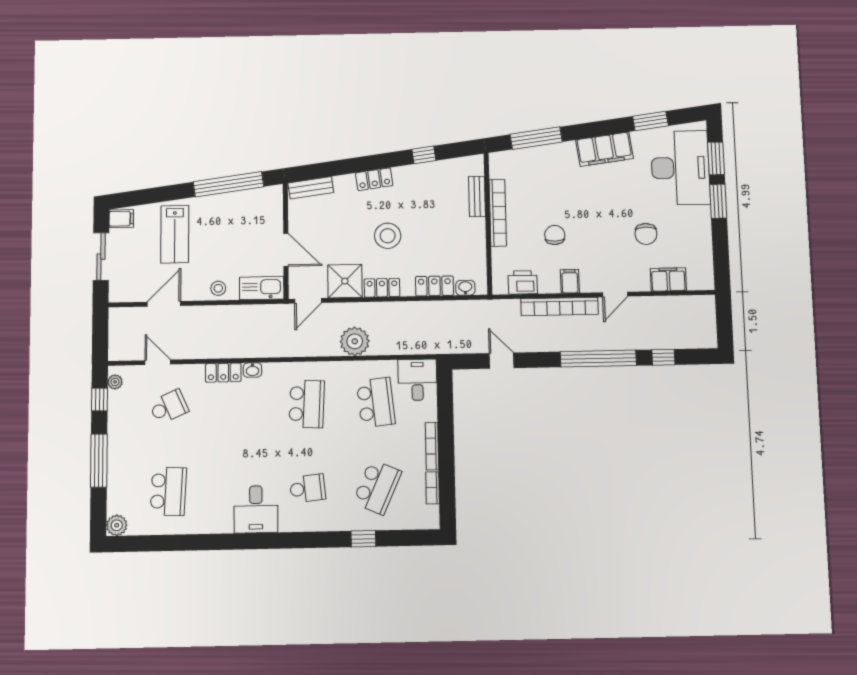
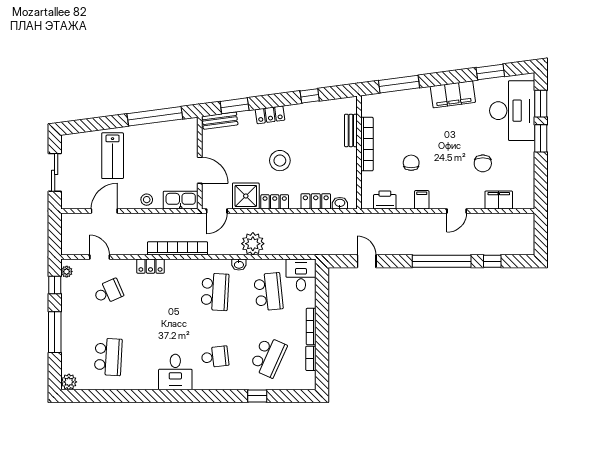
window: (329, 169) -> (235, 106), added
filing cabinet: (121, 219) -> (70, 142), removed
bookcase: (560, 306) -> (178, 248), moved, turned 180
washbasin: (252, 370) -> (239, 264), moved

